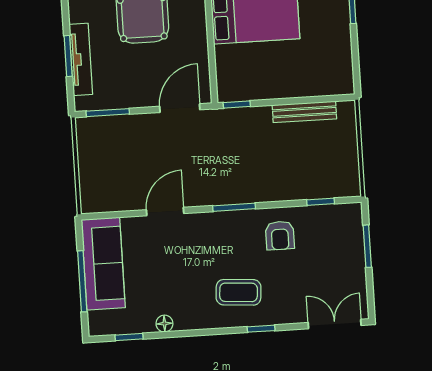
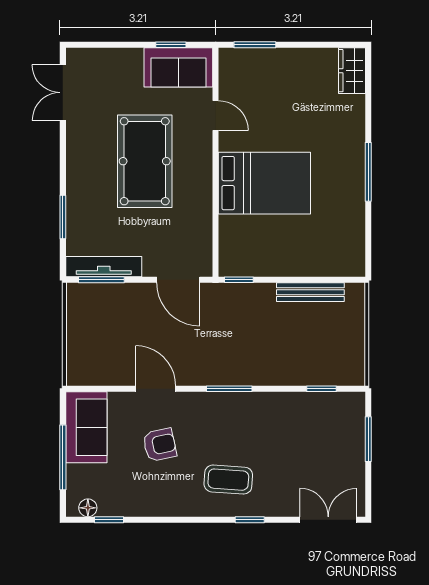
tv unit: (81, 59) -> (104, 267), moved, turned -90
door: (180, 108) -> (178, 280), swing flipped
door: (165, 212) -> (156, 389), hinge flipped
armchair: (280, 235) -> (160, 445), moved, turned -102
sofa: (103, 264) -> (86, 427), width x0.73
floor lamp: (164, 324) -> (88, 508), moved

